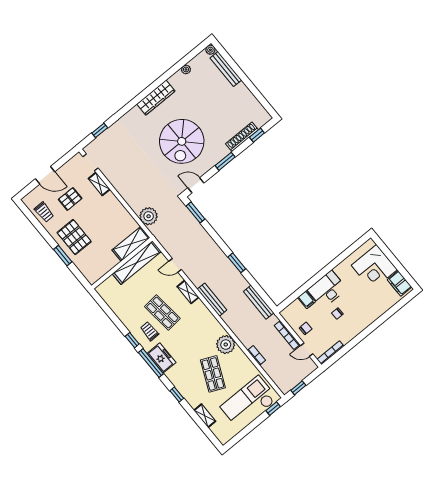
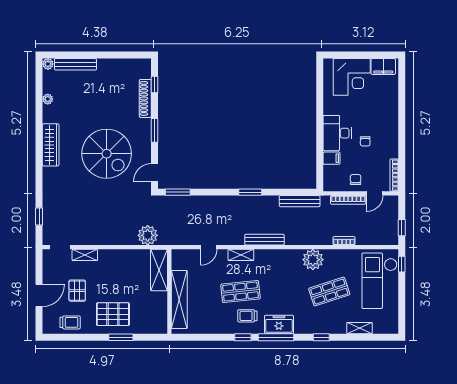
shelving: (137, 263) -> (179, 300), moved
shop shelf: (213, 374) -> (329, 292), turned -42

